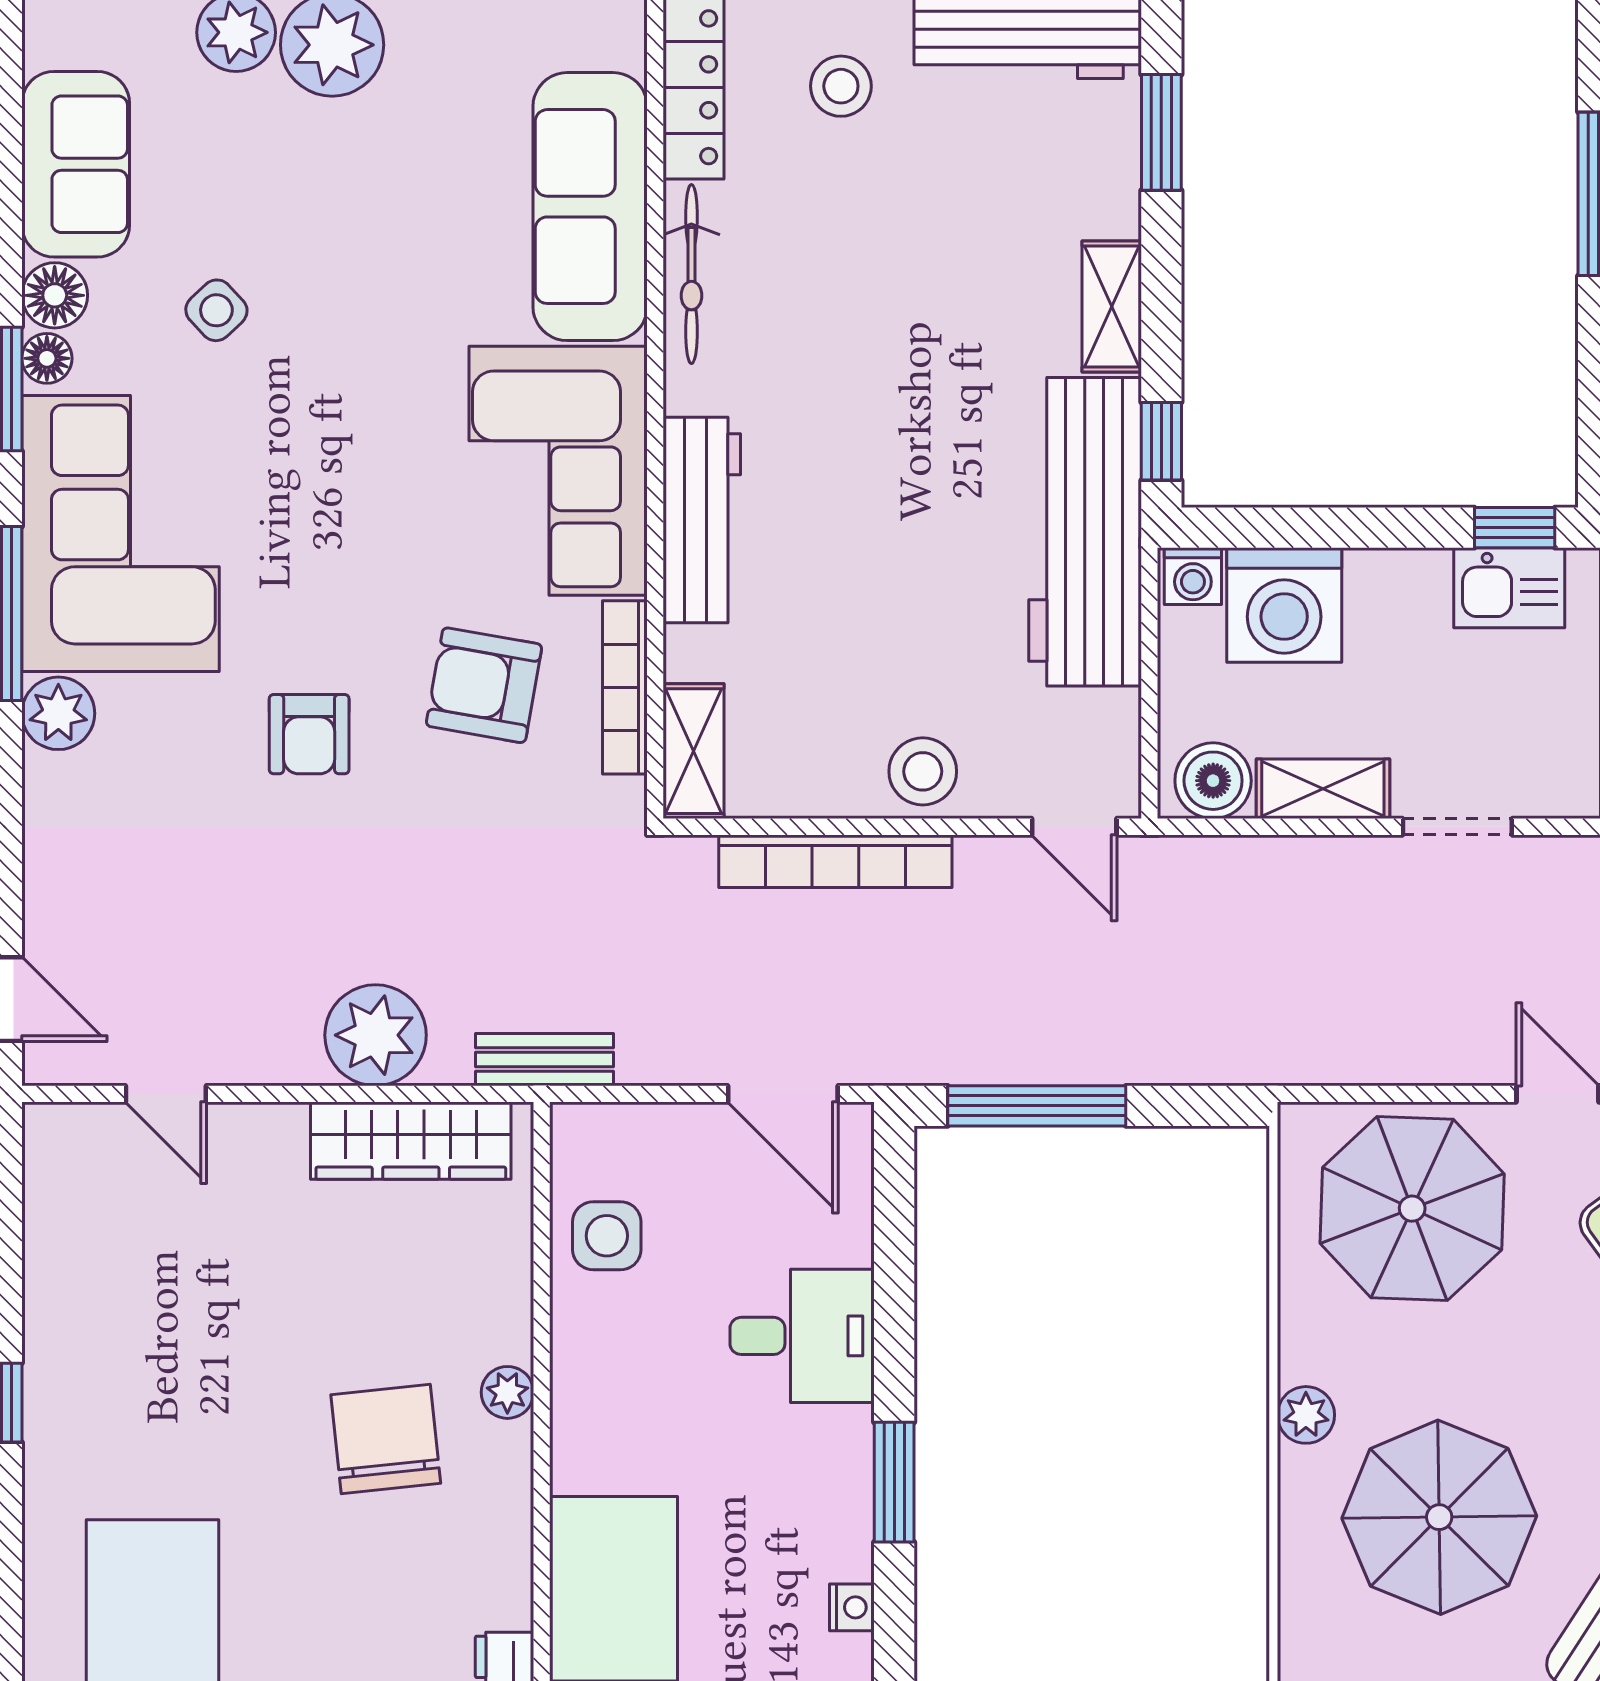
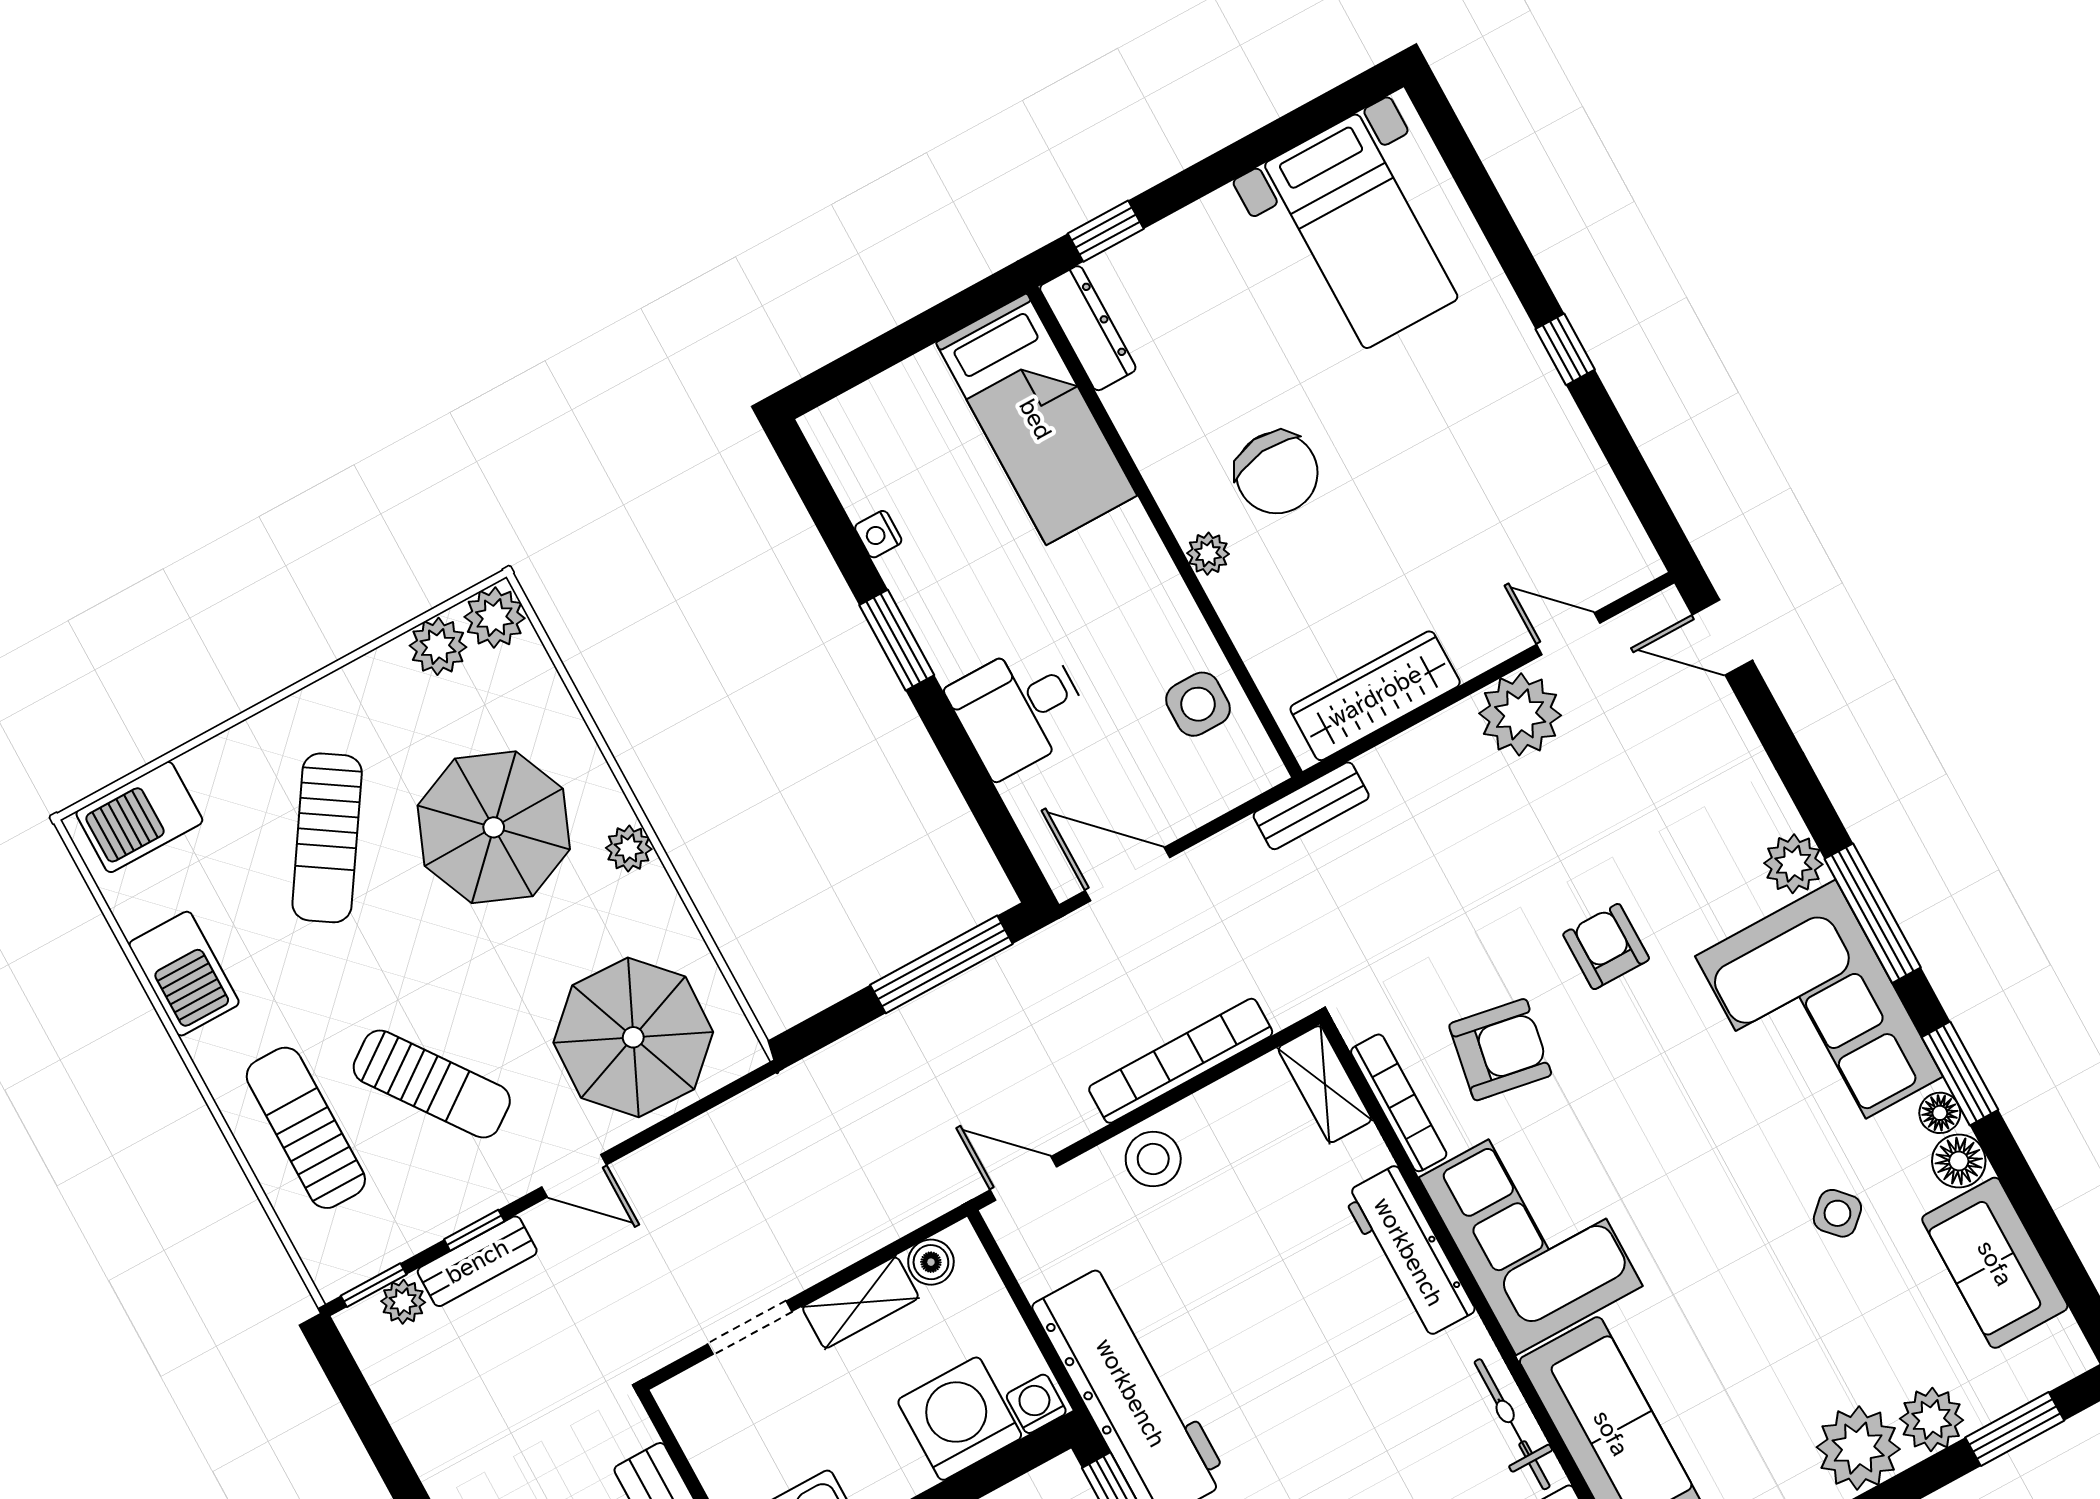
boiler: (1213, 781) -> (931, 1262), width x0.73, depth x0.73
plant: (376, 1035) -> (1520, 714), moved

